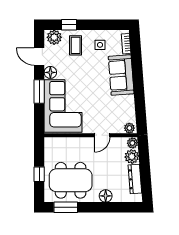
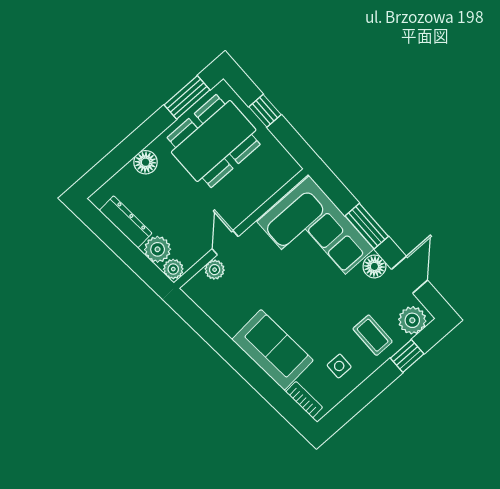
door: (39, 57) -> (410, 275), hinge flipped
plant: (129, 128) -> (215, 270), moved

